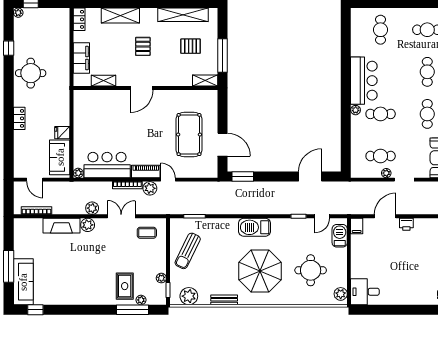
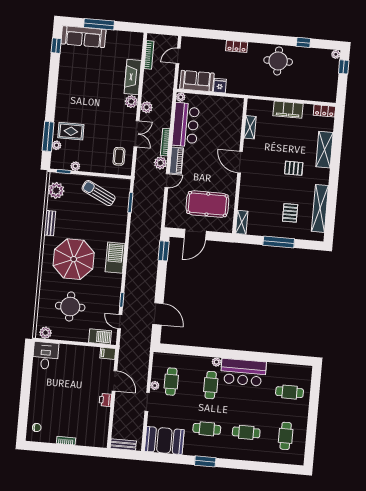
shelving: (104, 81) -> (250, 127), moved
shelving: (205, 81) -> (242, 222), moved
door: (142, 88) -> (240, 162), moved
wall: (145, 88) -> (240, 166), moved

